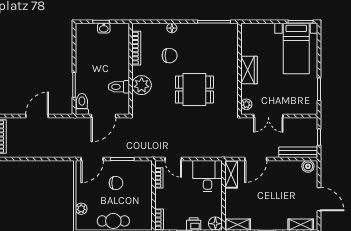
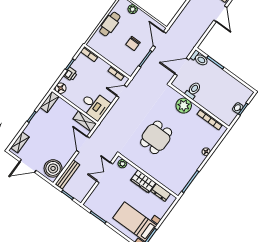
dresser: (247, 44) -> (161, 192), added
chair: (170, 56) -> (189, 137), removed
door: (37, 116) -> (220, 14), moved
door: (104, 116) -> (182, 67), hinge flipped
boiler: (308, 166) -> (53, 168), width x1.86, depth x1.86

